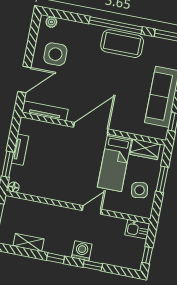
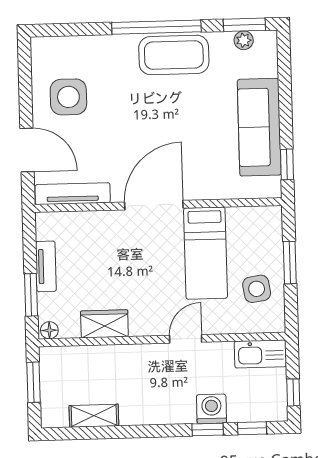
plant: (51, 22) -> (244, 40), moved
door: (24, 79) -> (27, 150), hinge flipped
wardrobe: (145, 149) -> (104, 324), moved, turned 180
kitchen sink: (137, 229) -> (260, 354), width x1.38
washing machine: (82, 251) -> (212, 409), moved
window: (56, 258) -> (252, 428), moved

